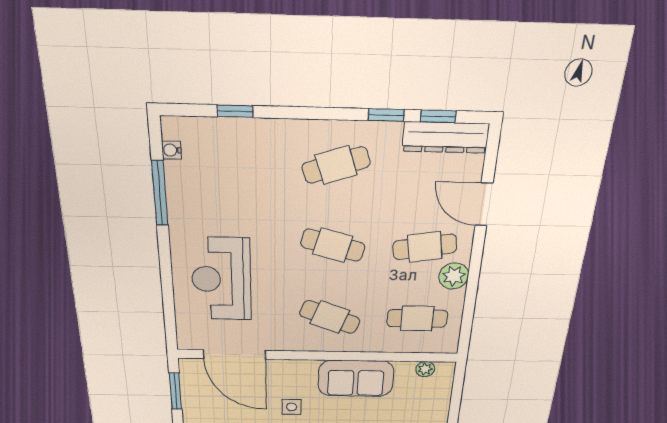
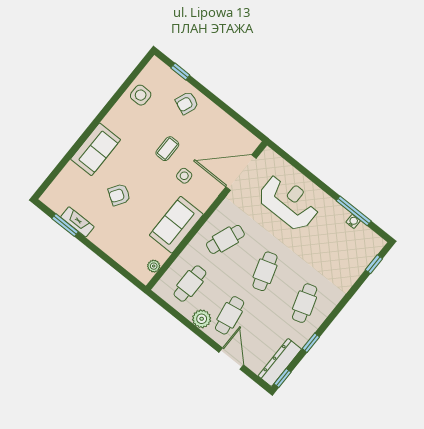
window: (235, 111) -> (374, 264), moved
window: (438, 116) -> (282, 378), moved
water cooler: (172, 150) -> (353, 221), moved
door: (484, 204) -> (231, 359), hinge flipped
cafe table: (333, 245) -> (265, 271), turned -33
window: (175, 391) -> (243, 122), removed

